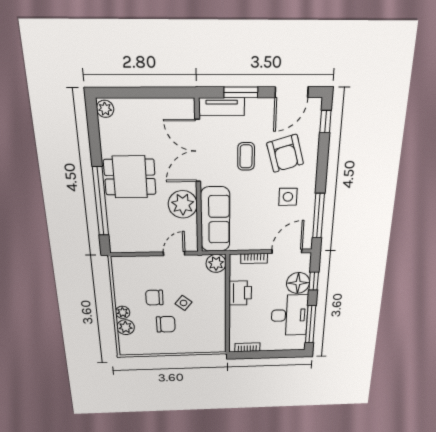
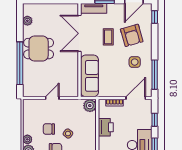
plant: (105, 109) -> (27, 21), moved
plant: (183, 204) -> (70, 66), removed
door: (174, 253) -> (52, 98), moved
floor lamp: (298, 283) -> (144, 121), removed

